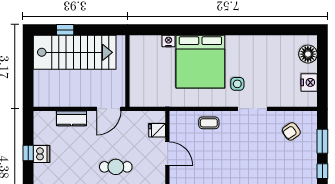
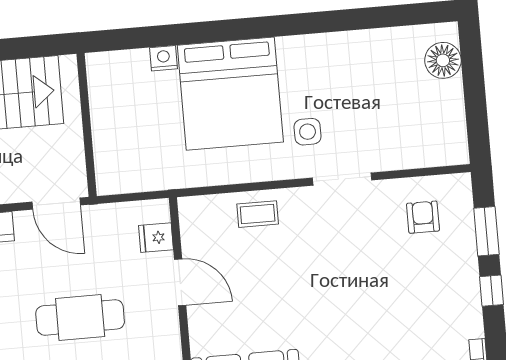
nightstand: (309, 82) -> (450, 117), removed
door: (109, 109) -> (56, 204), hinge flipped
armchair: (291, 131) -> (423, 217), turned 125
cafe table: (116, 167) -> (80, 317), width x1.37, depth x1.35

